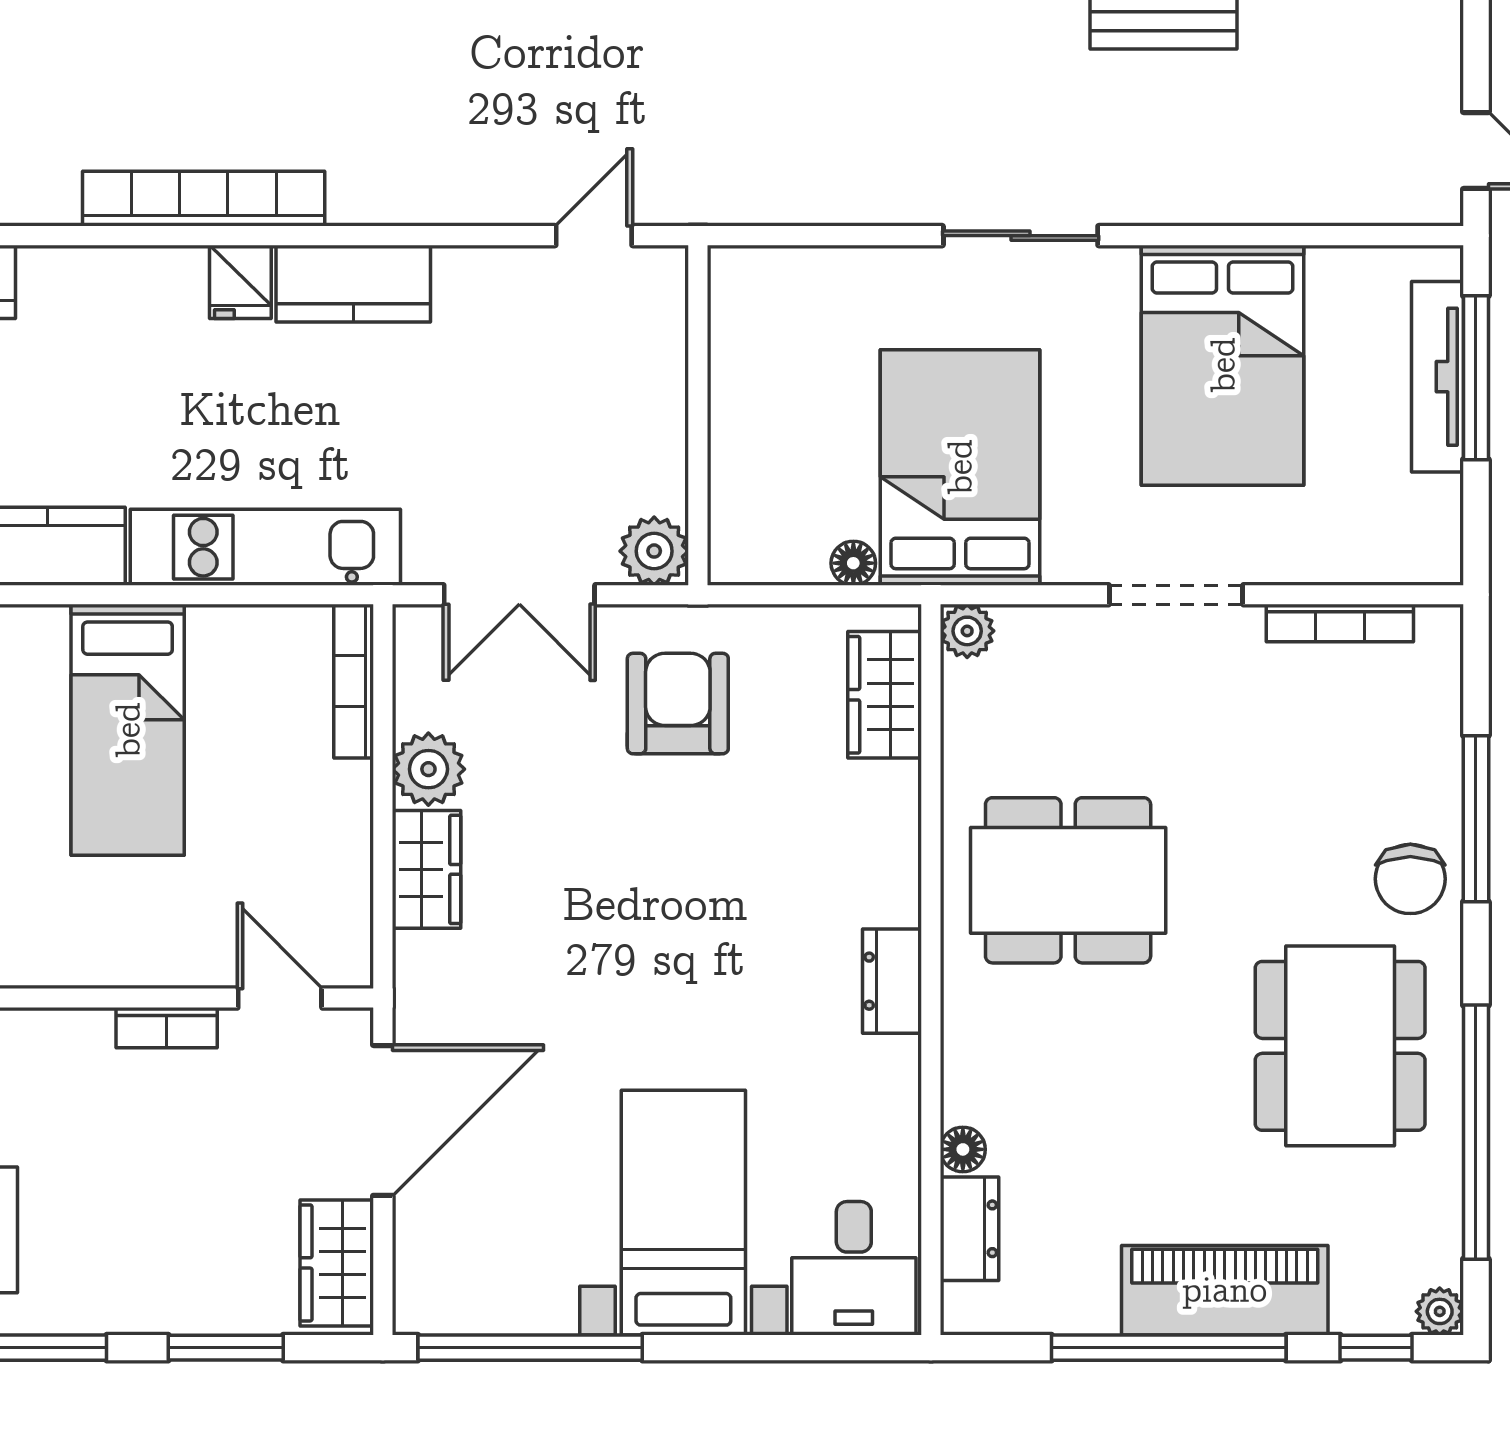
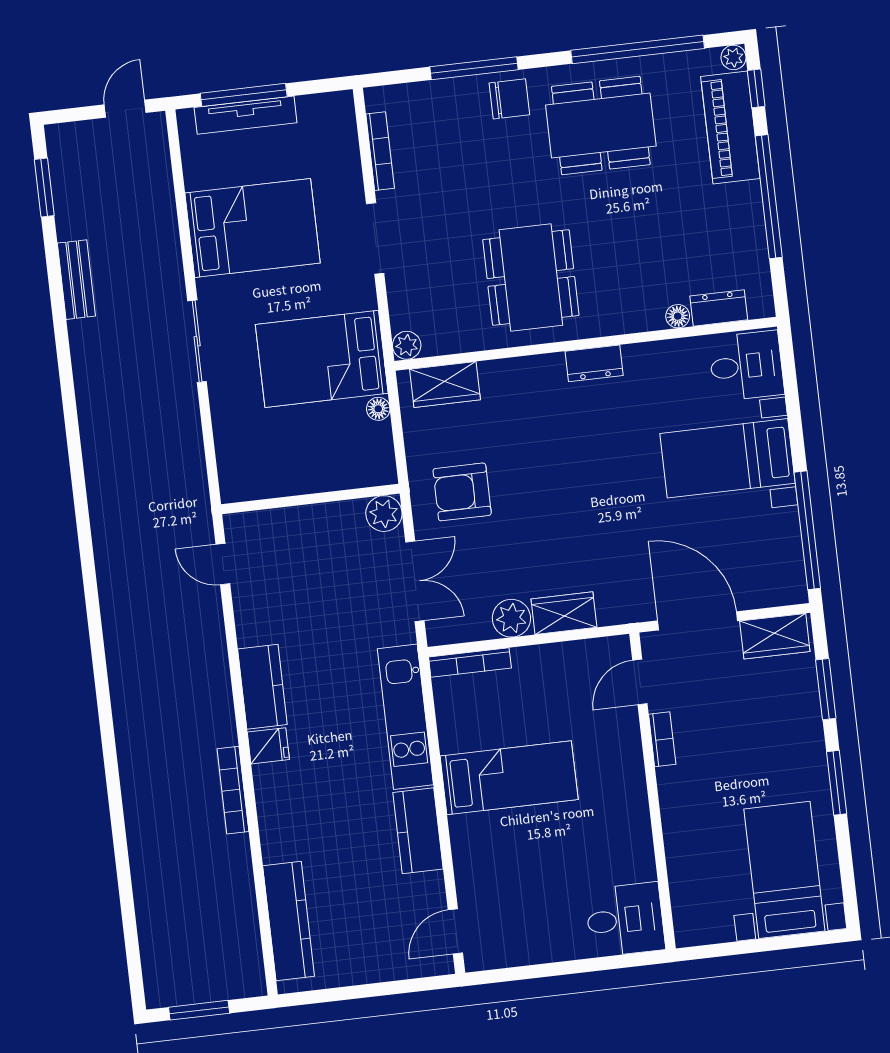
bookcase: (204, 199) -> (233, 790), width x0.68, depth x0.76
piano: (1225, 1290) -> (730, 127), moved

